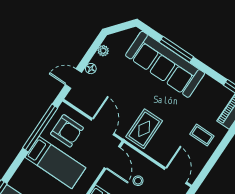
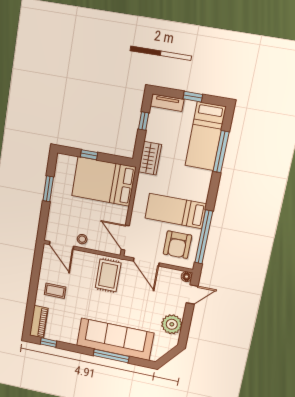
plant: (103, 51) -> (172, 324), width x1.87, depth x1.87
floor lamp: (91, 69) -> (187, 277), moved
armchair: (67, 131) -> (177, 245), turned -90
stool: (138, 181) -> (82, 239), moved

